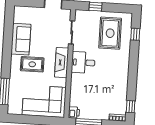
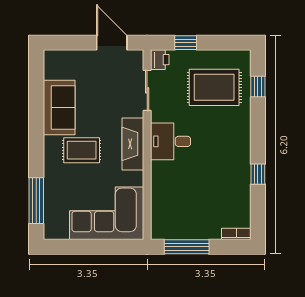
rug: (110, 33) -> (214, 87), turned 90
window: (131, 107) -> (258, 174), moved
printer: (74, 113) -> (160, 60), moved

